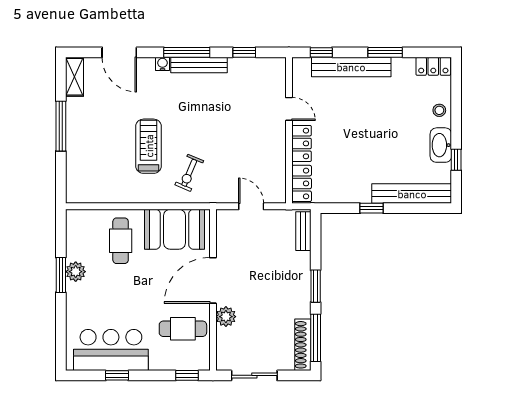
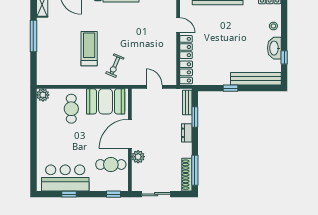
plant: (76, 272) -> (43, 95), moved
window: (61, 275) -> (33, 130), removed
dresser: (303, 279) -> (187, 133), added
window: (316, 286) -> (195, 117), moved

